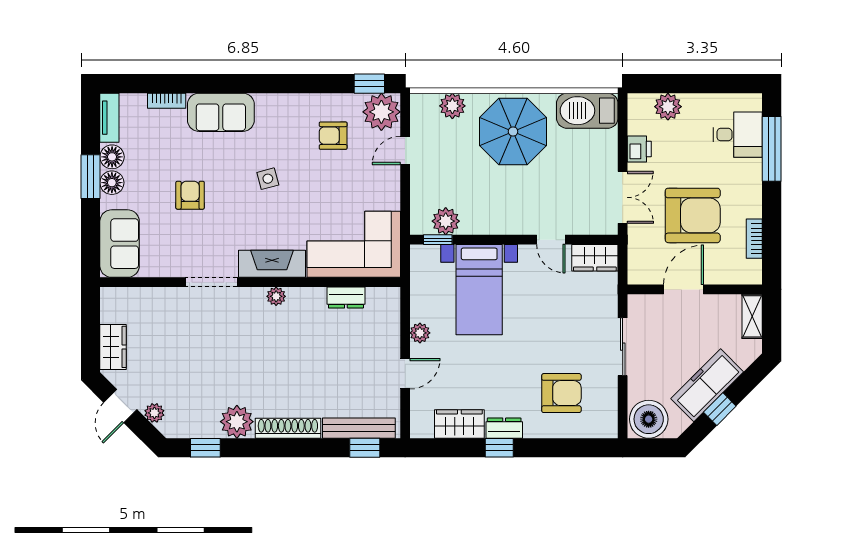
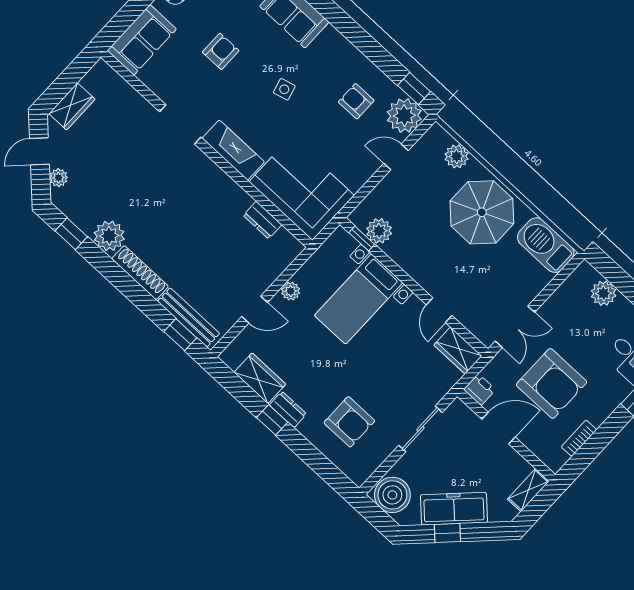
printer: (639, 149) -> (480, 390), moved, turned -90
plant: (276, 296) -> (215, 175), removed

